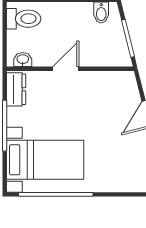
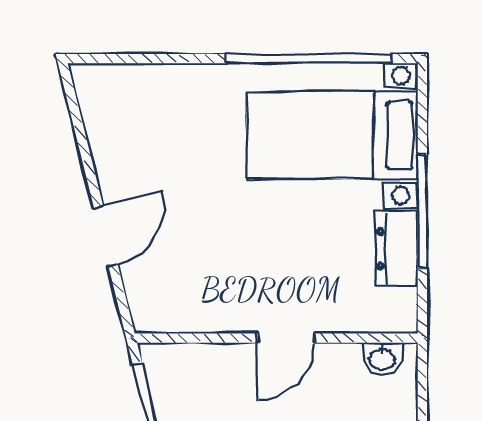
dresser: (16, 89) -> (397, 249), moved

